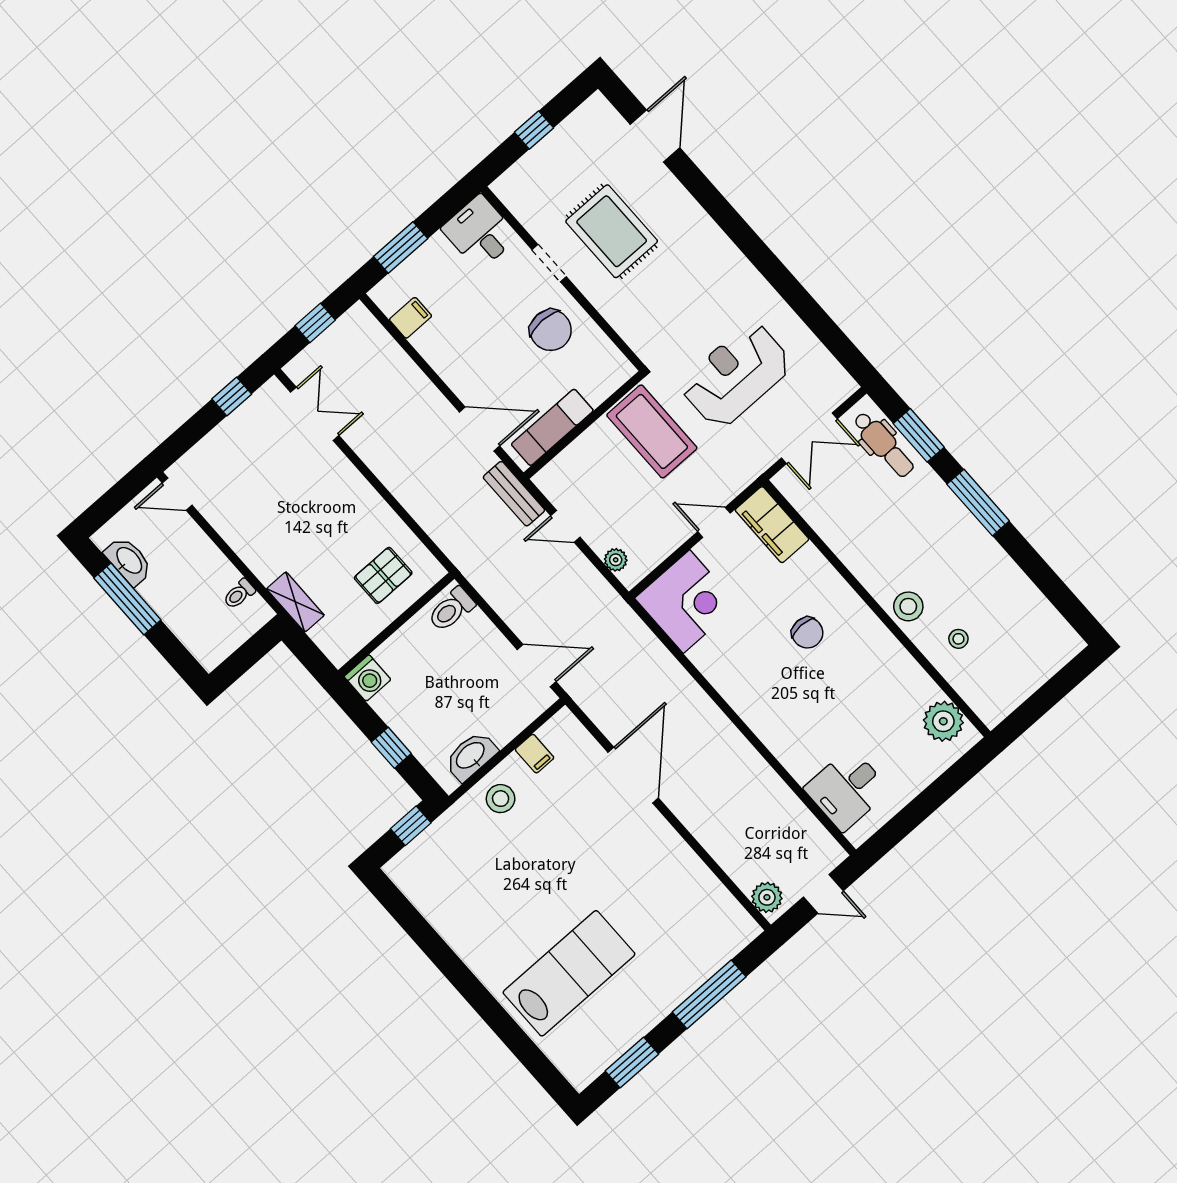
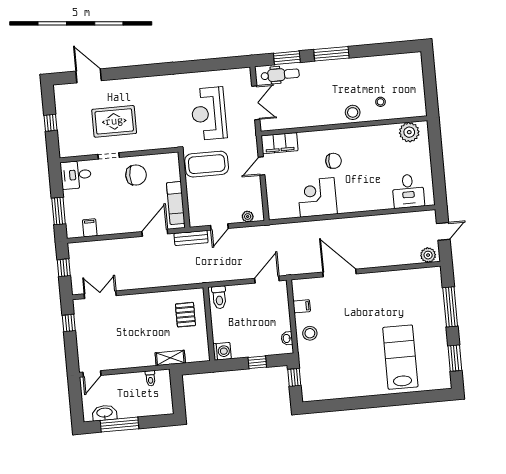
corner desk: (687, 602) -> (317, 197), moved, turned -90
washbasin: (471, 756) -> (287, 338), width x0.52, depth x0.69

